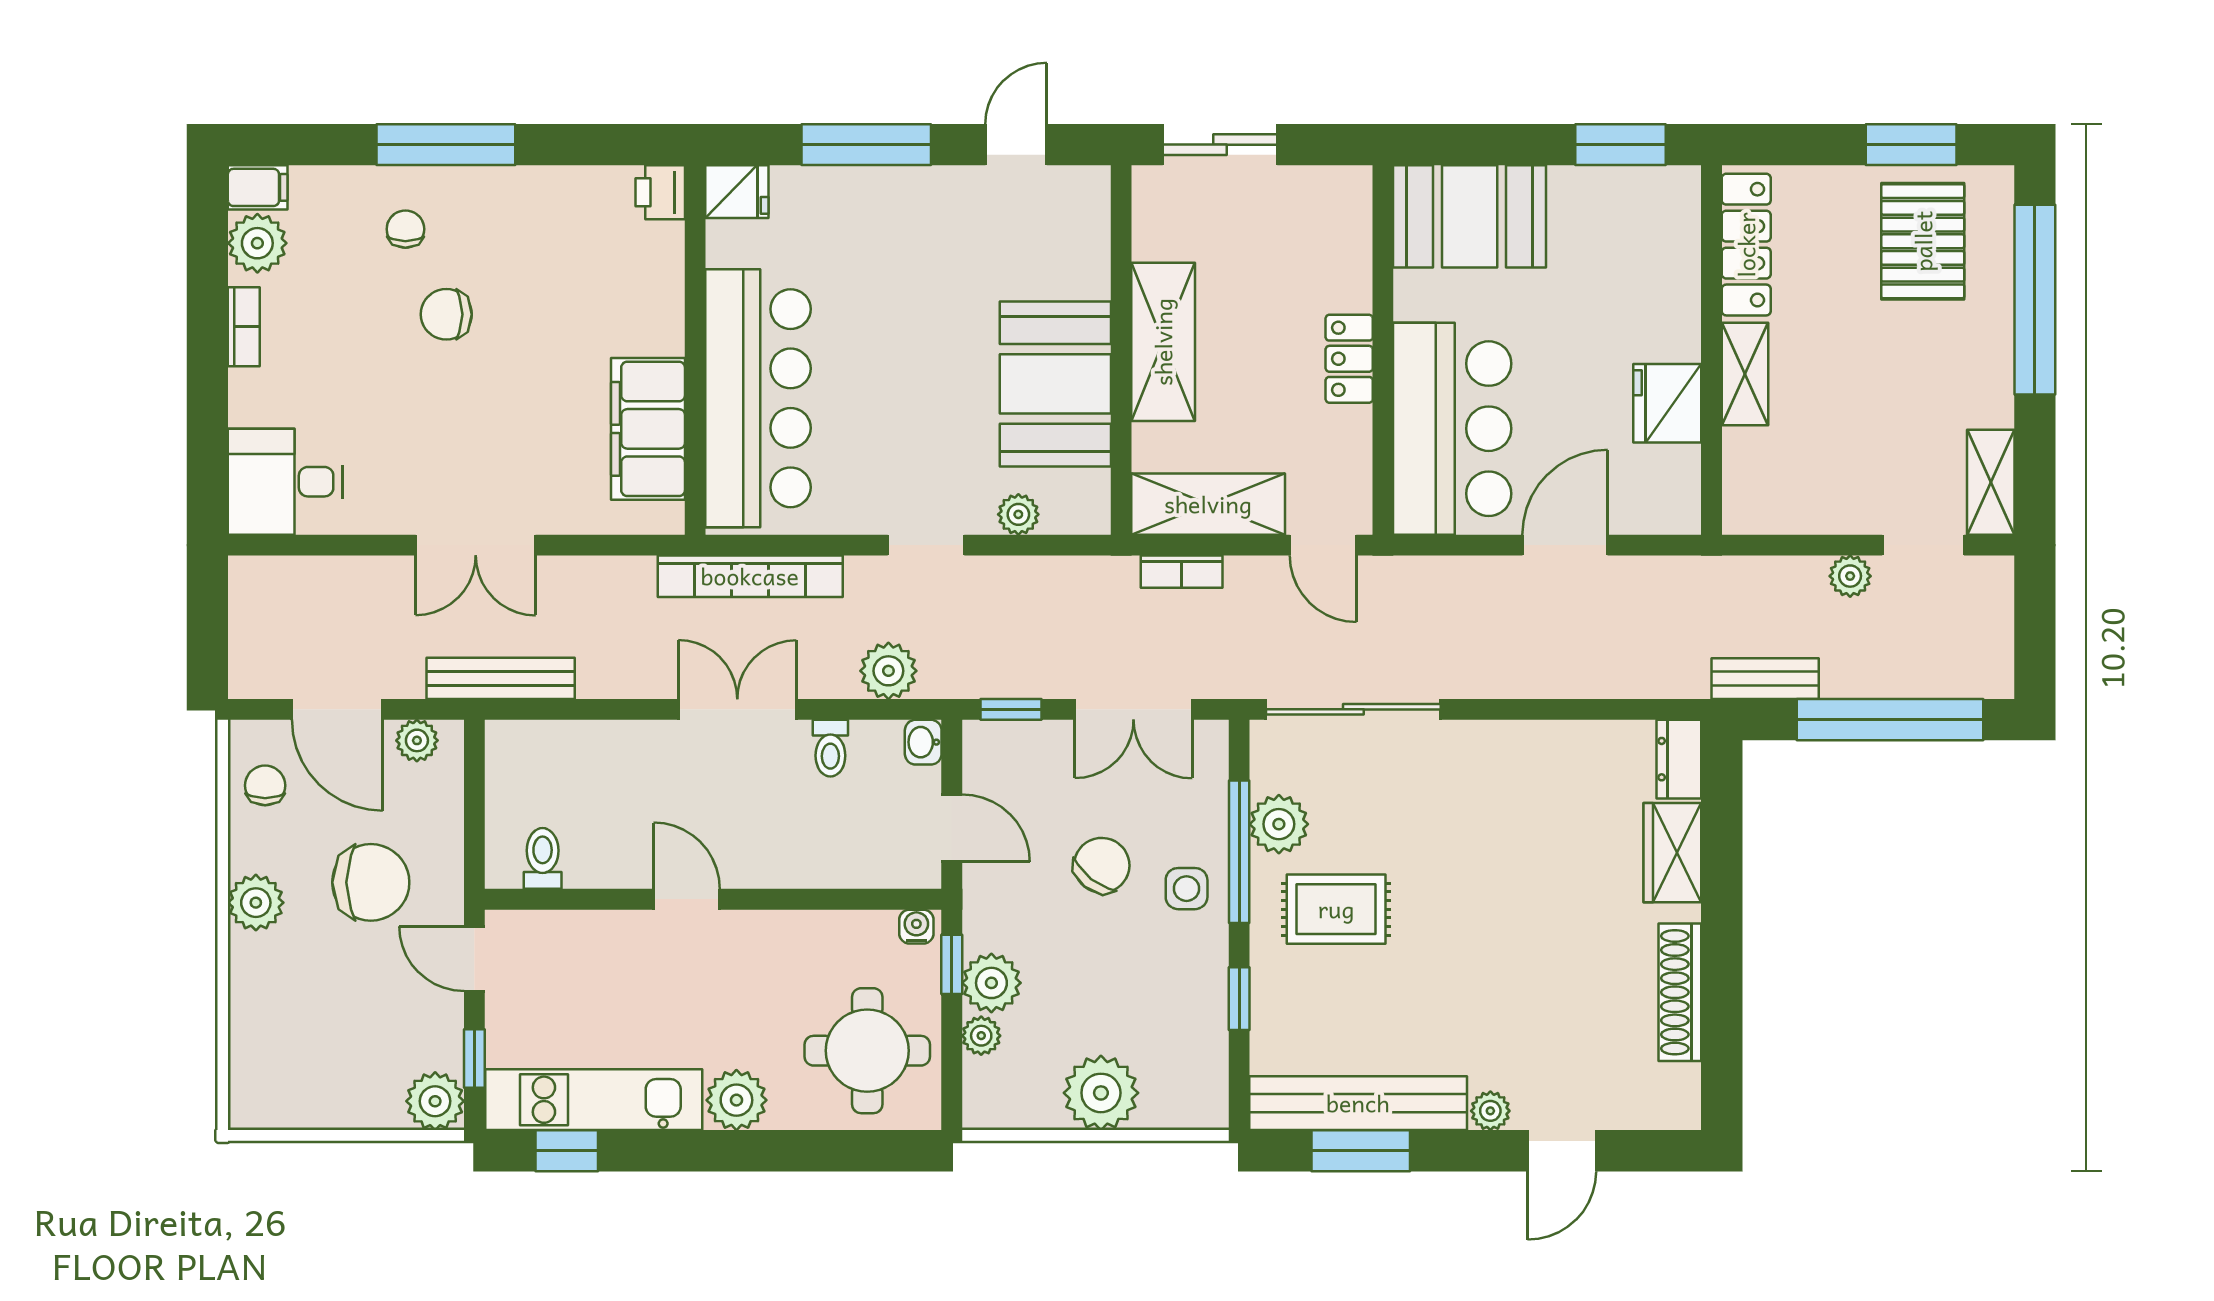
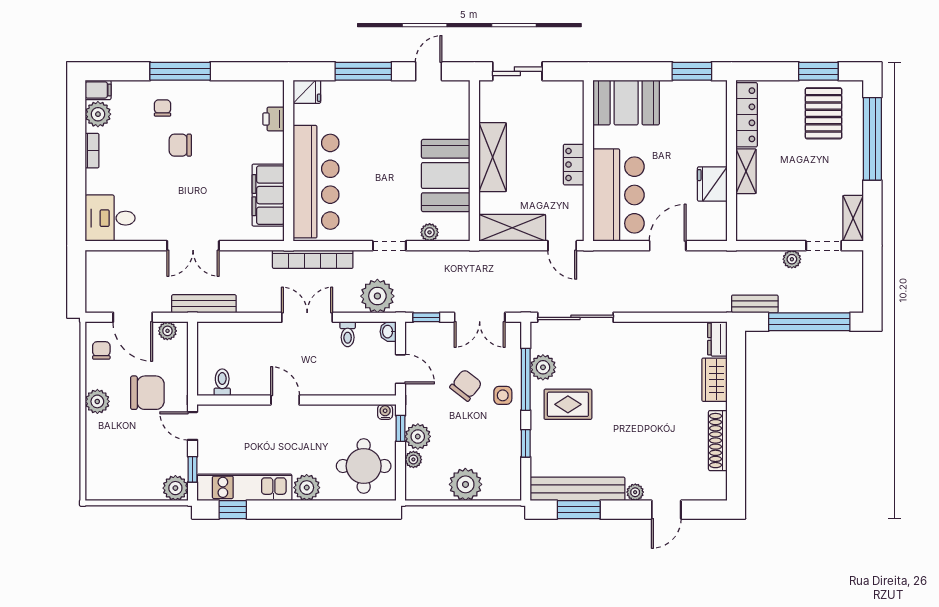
printer: (660, 192) -> (273, 119), moved
bookcase: (1182, 572) -> (501, 257), removed
plant: (888, 671) -> (377, 296), width x1.36, depth x1.36

